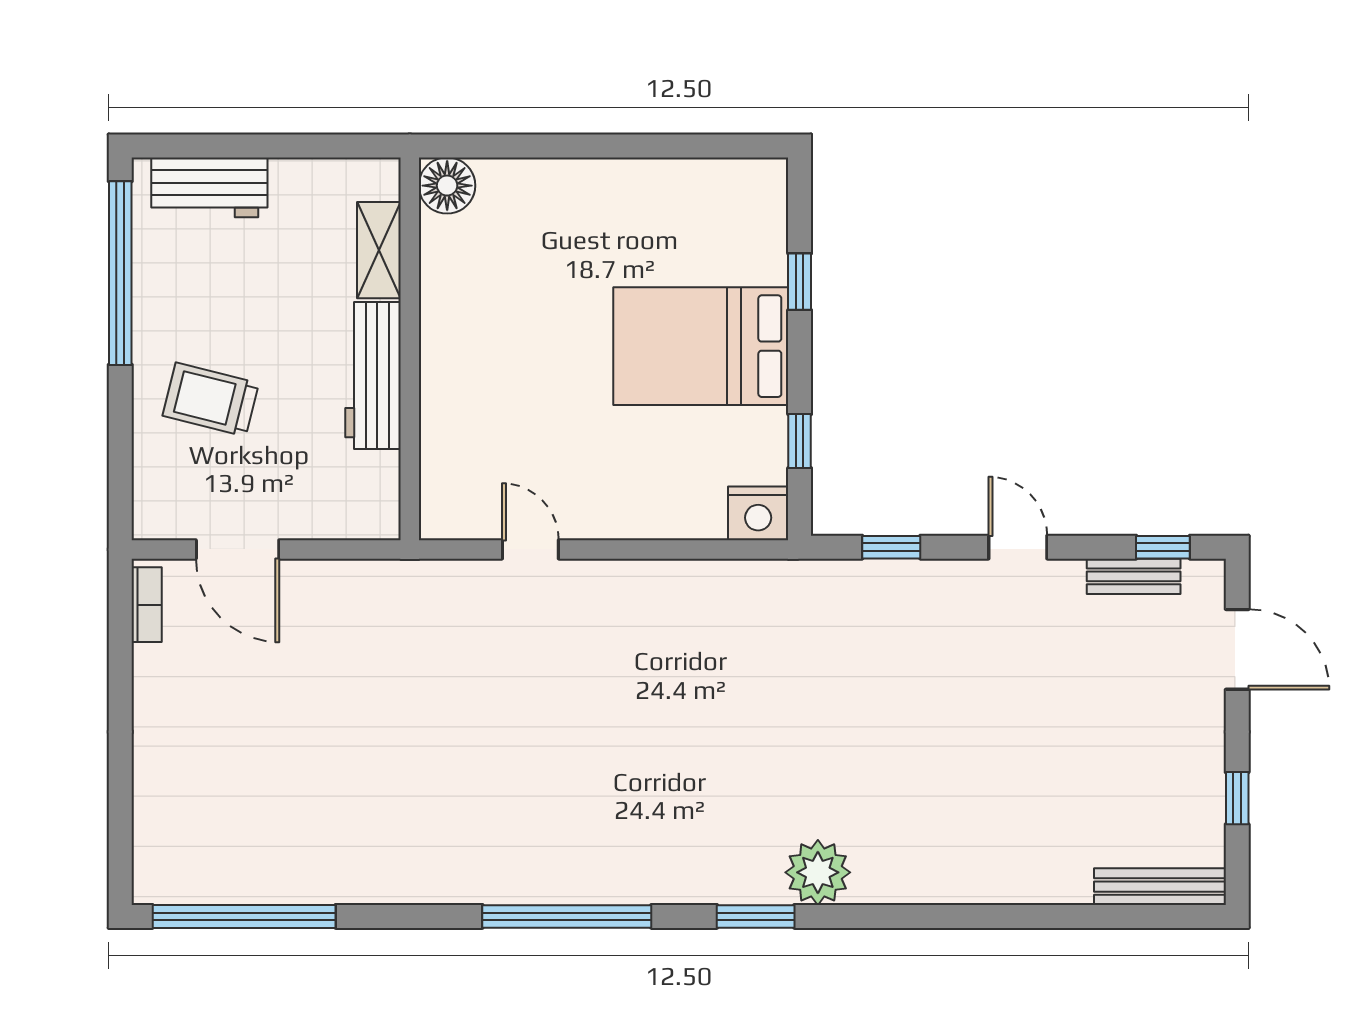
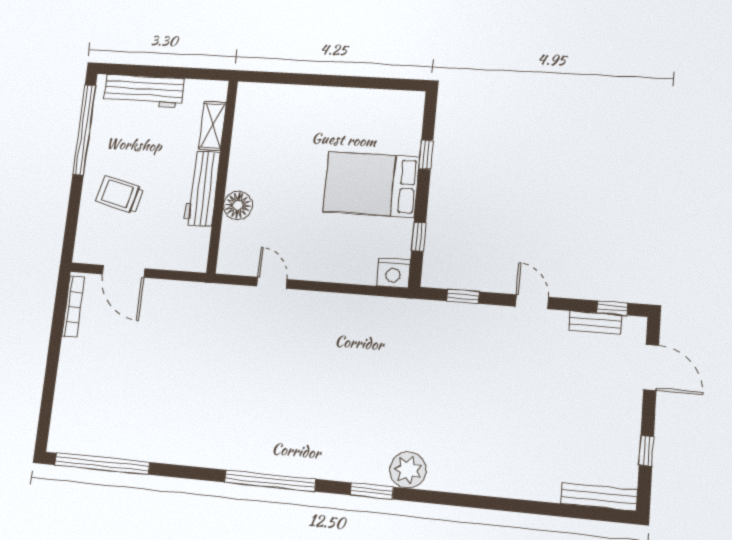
floor lamp: (447, 186) -> (238, 205), moved
workbench: (209, 187) -> (144, 91), width x1.38
bookcase: (147, 605) -> (73, 307), width x1.56

